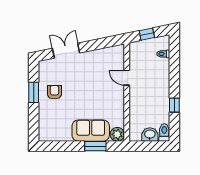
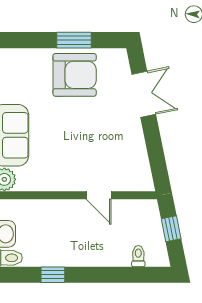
door: (127, 78) -> (99, 195), swing flipped
armchair: (54, 92) -> (75, 75), width x1.88, depth x1.88

